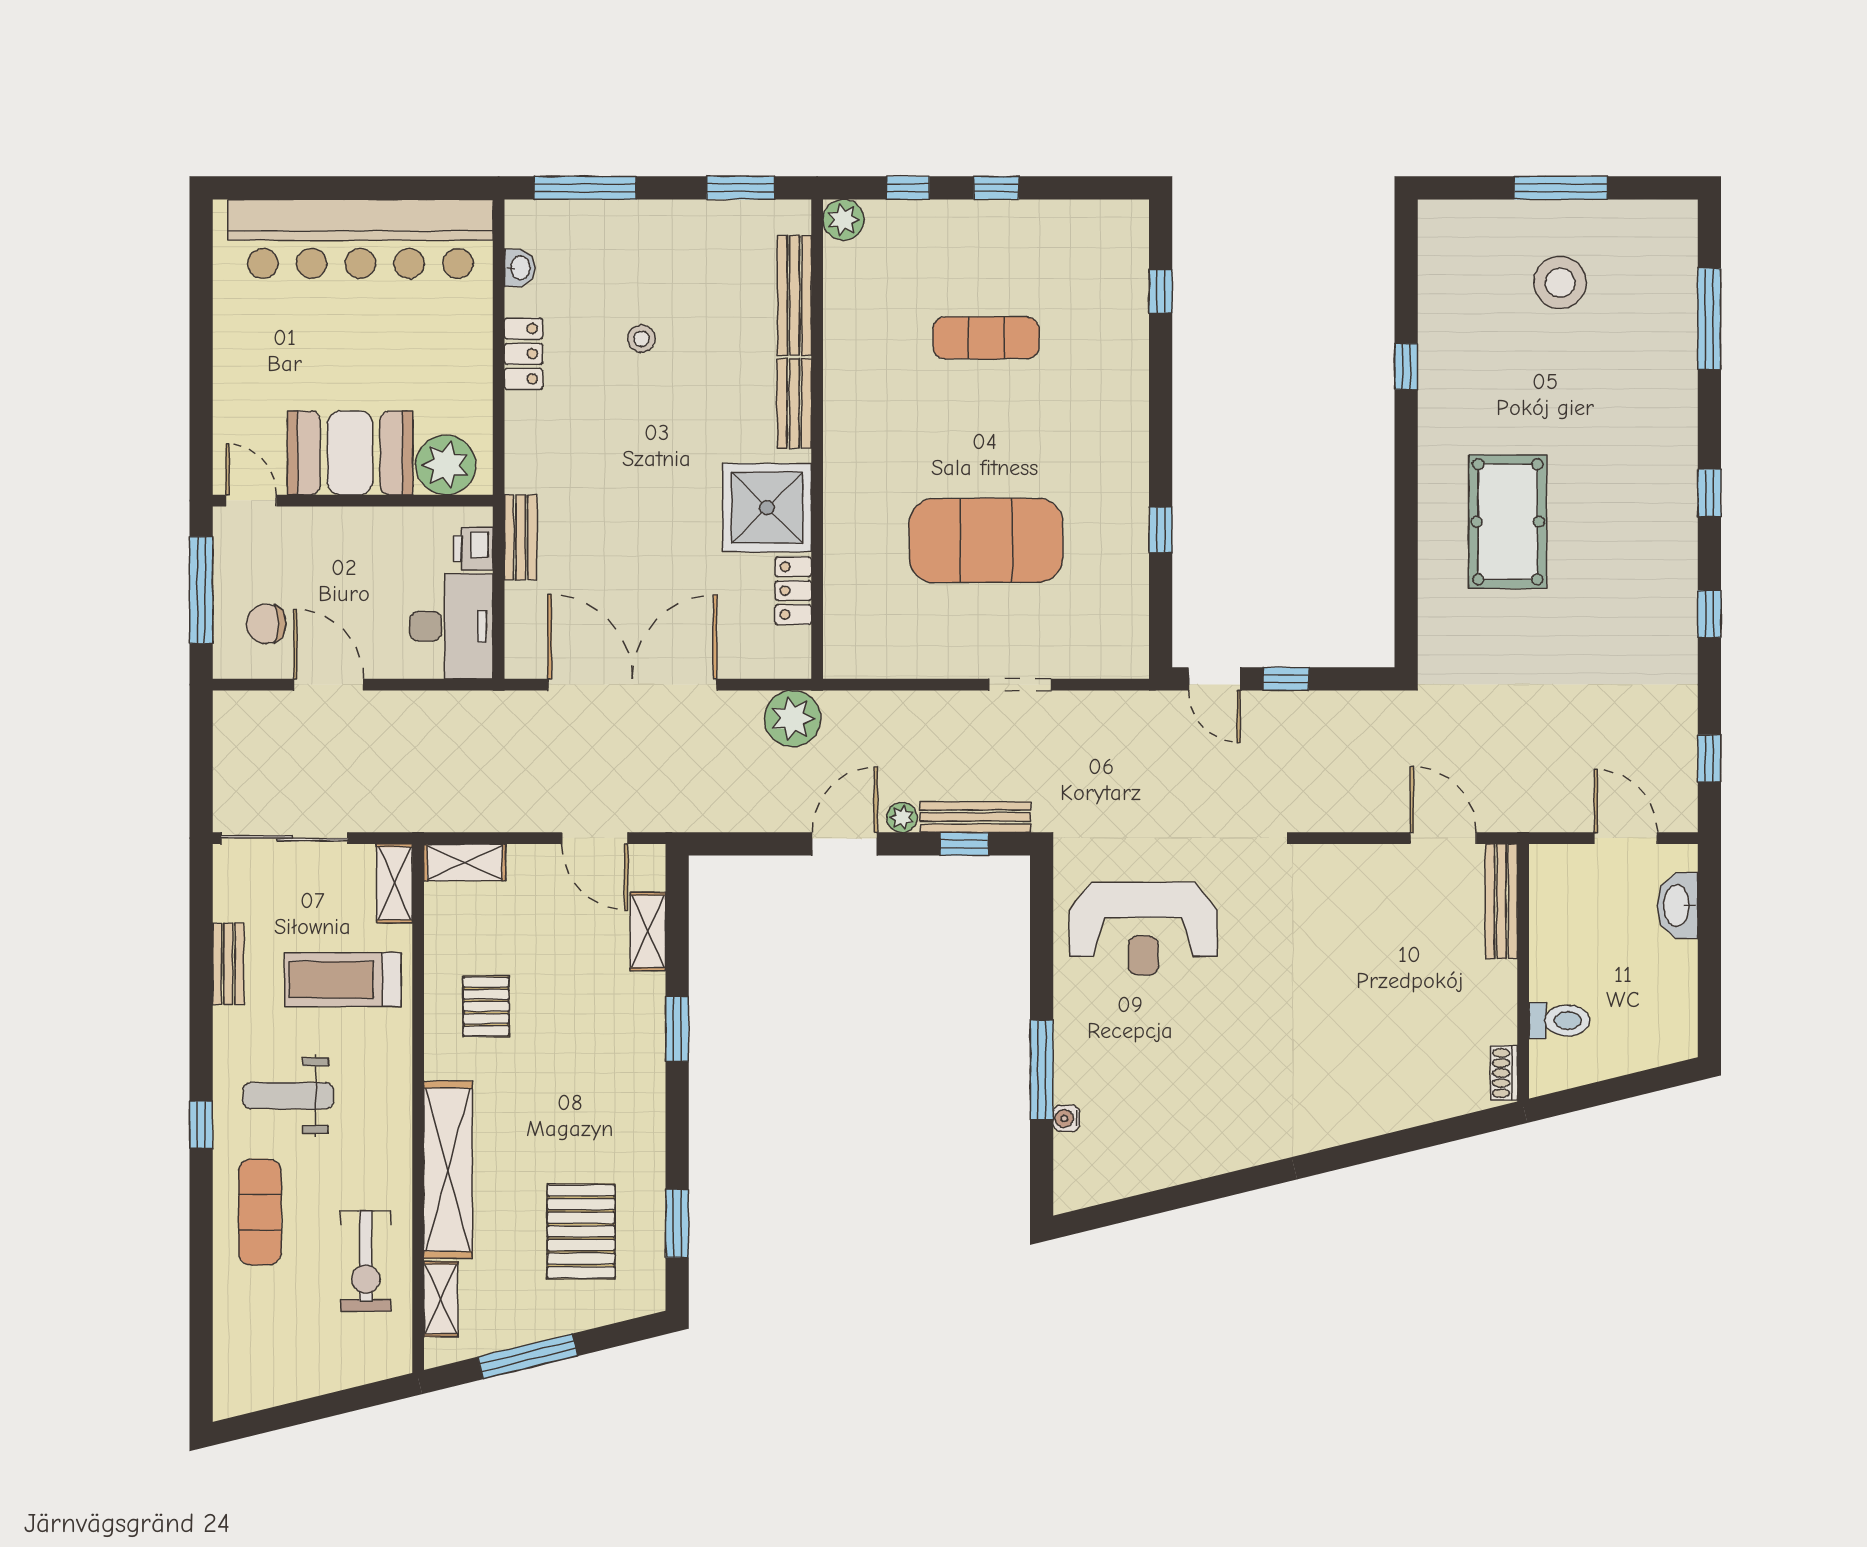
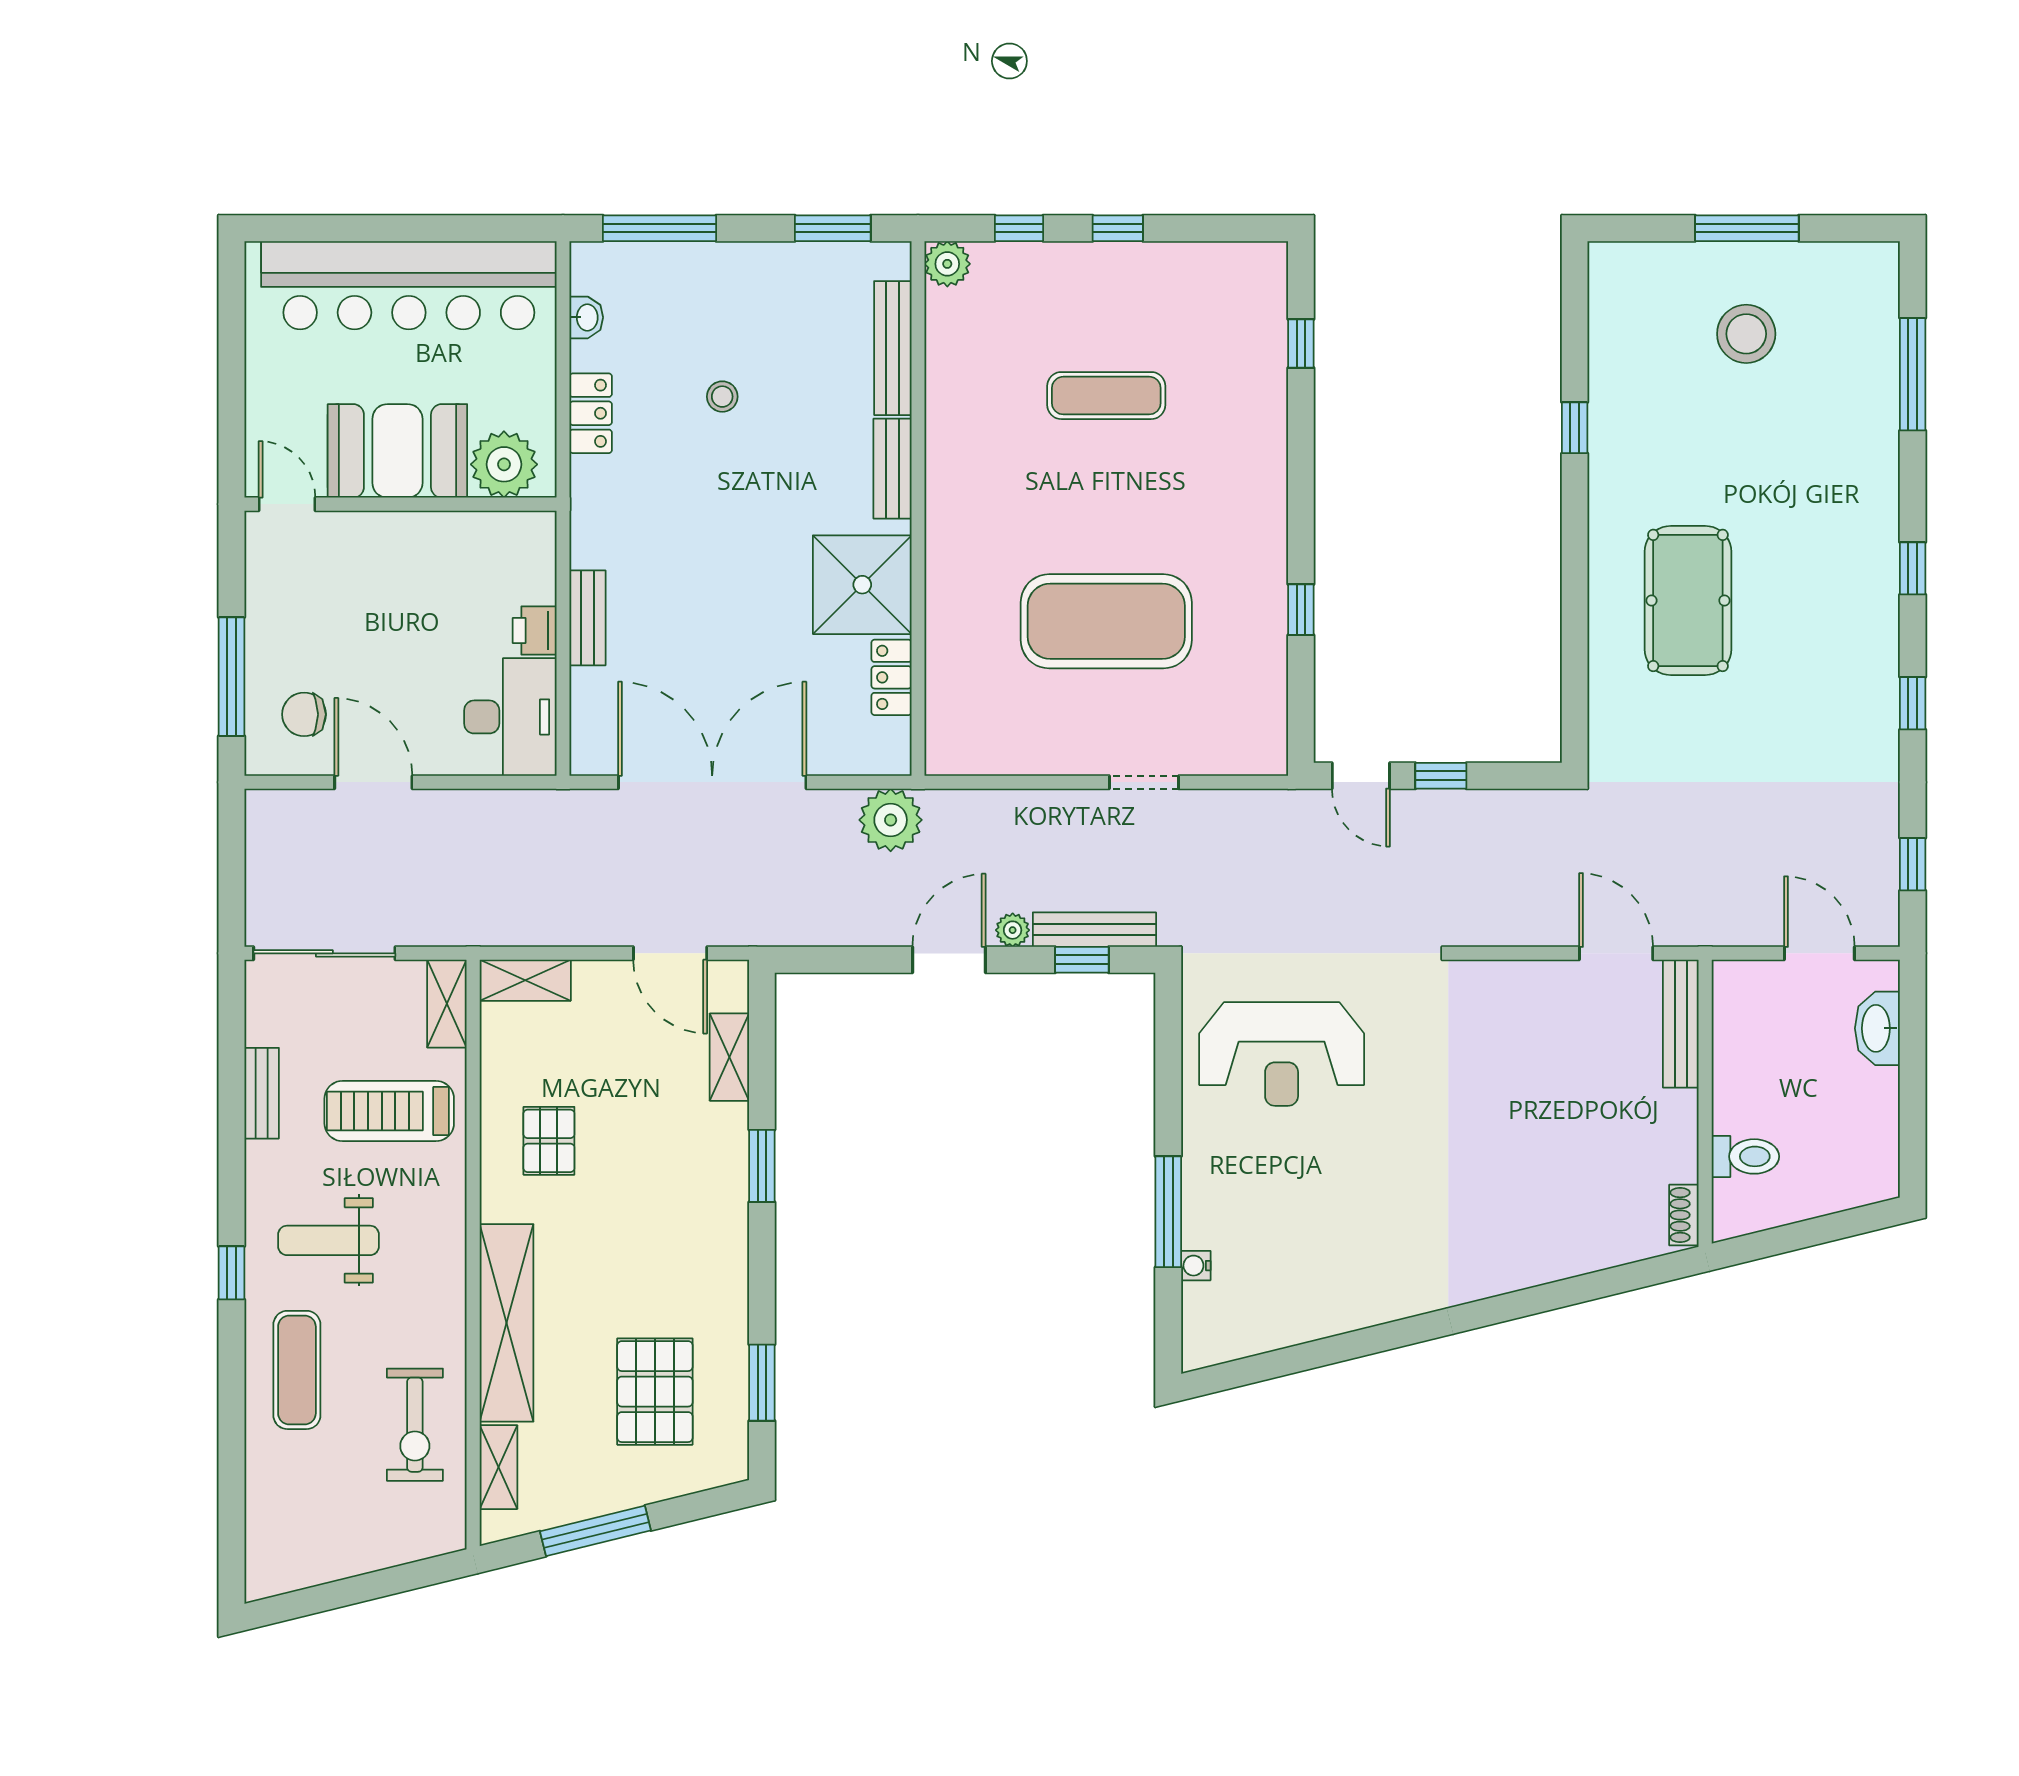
booth: (350, 453) -> (397, 451), moved
plant: (446, 465) -> (504, 464), moved
door: (251, 501) -> (287, 504), moved
wall: (353, 501) -> (400, 504), moved

